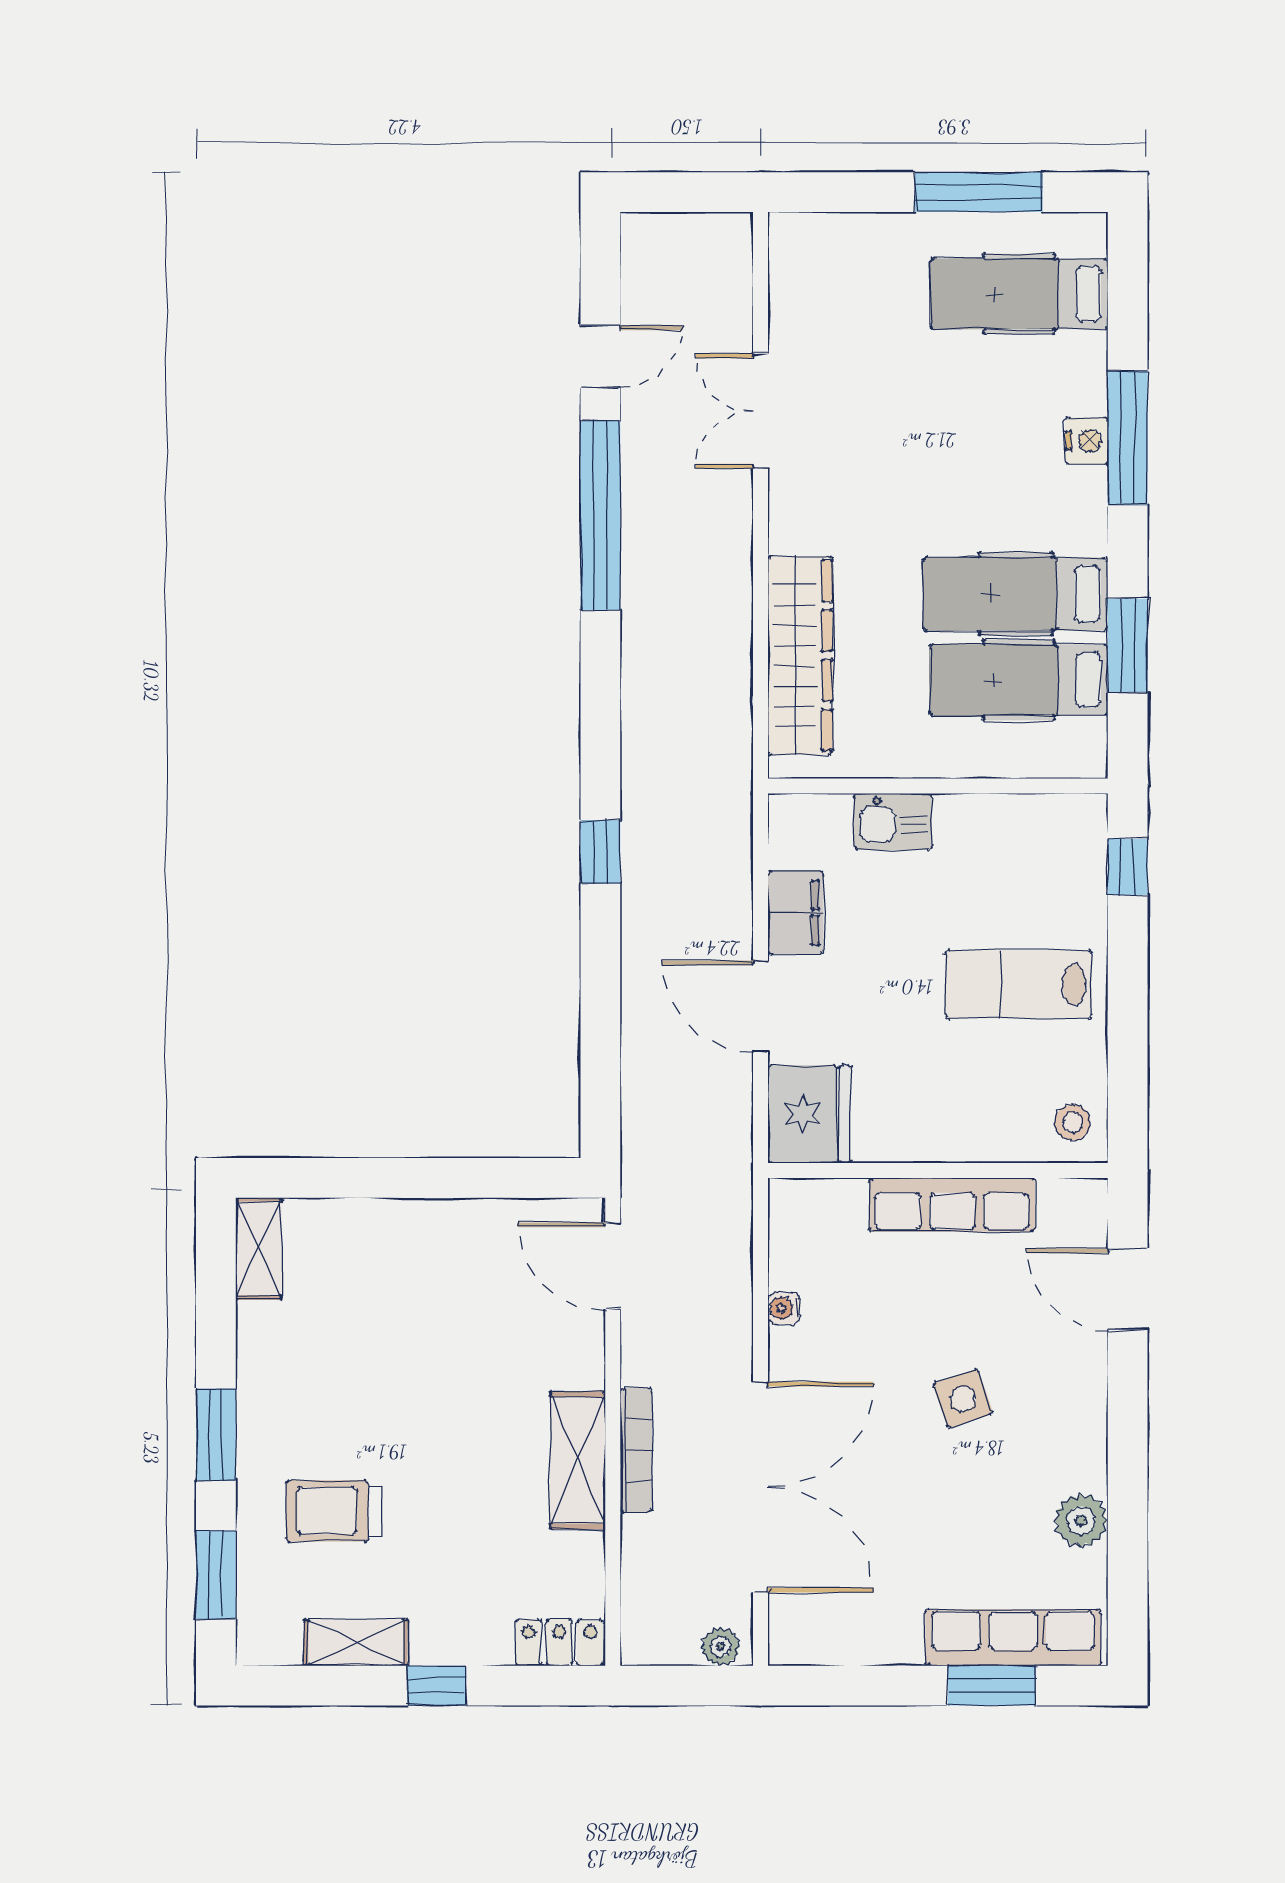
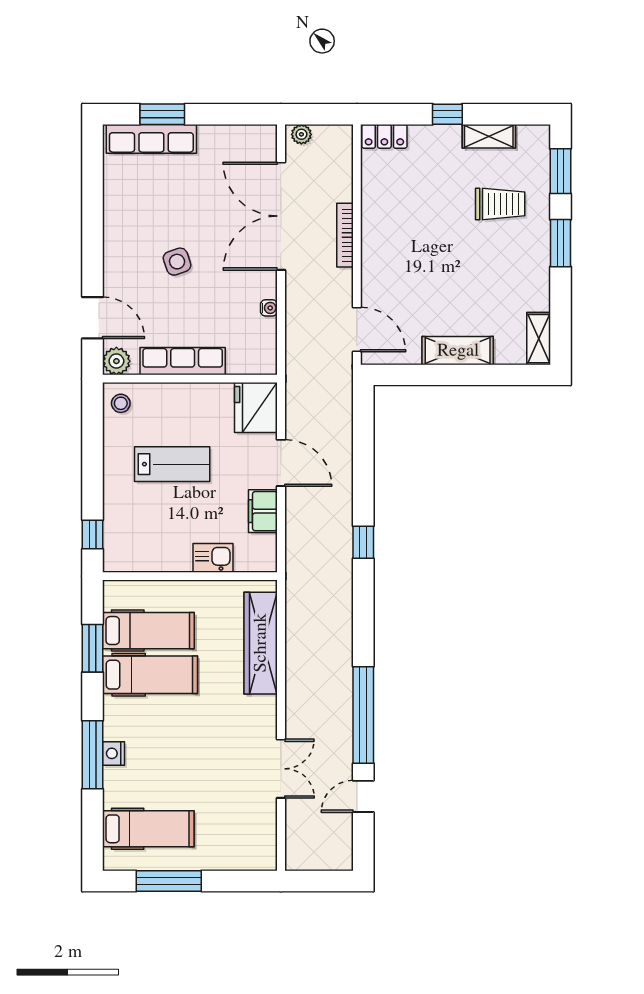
lab bench: (1019, 984) -> (172, 464), moved
shelving: (578, 1460) -> (458, 351), moved, turned 90
plant: (1081, 1521) -> (116, 361), moved

